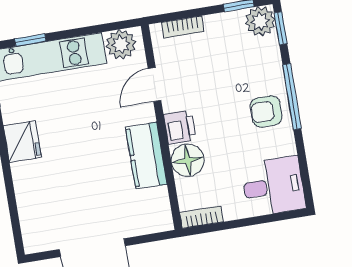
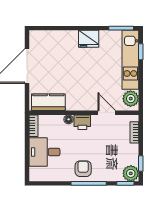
kitchen counter: (146, 156) -> (48, 102), moved
floor lamp: (188, 160) -> (69, 119), width x0.53, depth x0.53
desk: (273, 186) -> (45, 152), moved, turned 90

